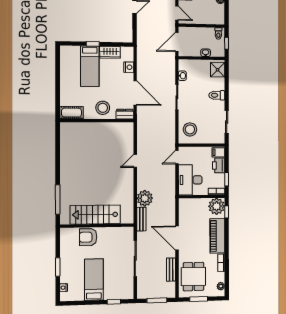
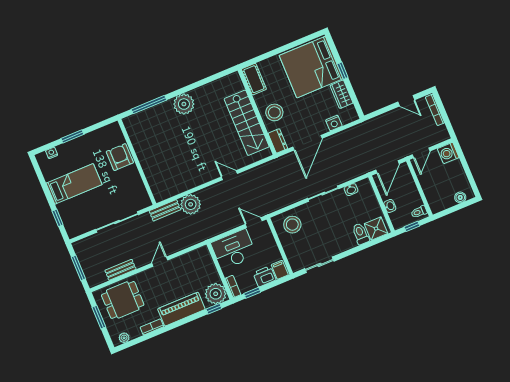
door: (177, 42) -> (387, 167), swing flipped
bed: (90, 66) -> (311, 67), width x2.04
toilet: (217, 95) -> (361, 234), moved
plant: (68, 173) -> (184, 104), added
stairs: (95, 215) -> (247, 123), moved, turned 180
door: (177, 238) -> (160, 262), width x0.53

